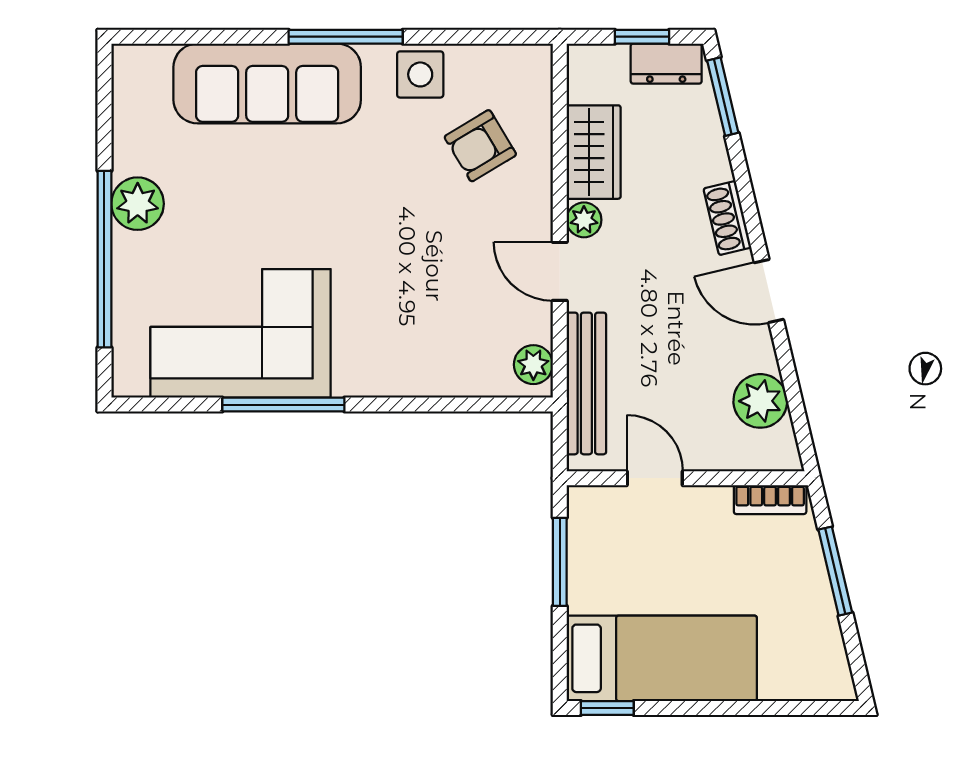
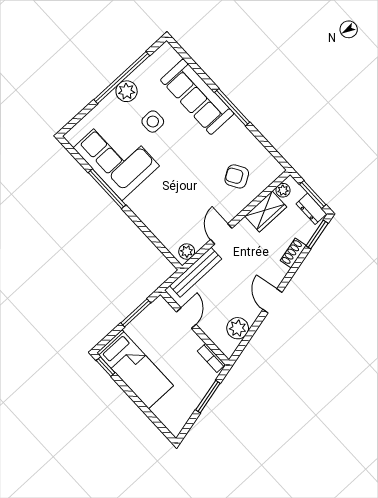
window: (642, 37) -> (313, 194), width x1.50
side table: (420, 74) -> (153, 122), moved
shoe rack: (727, 218) -> (293, 253), moved
plant: (584, 220) -> (283, 190), moved
window: (104, 259) -> (122, 78), moved

